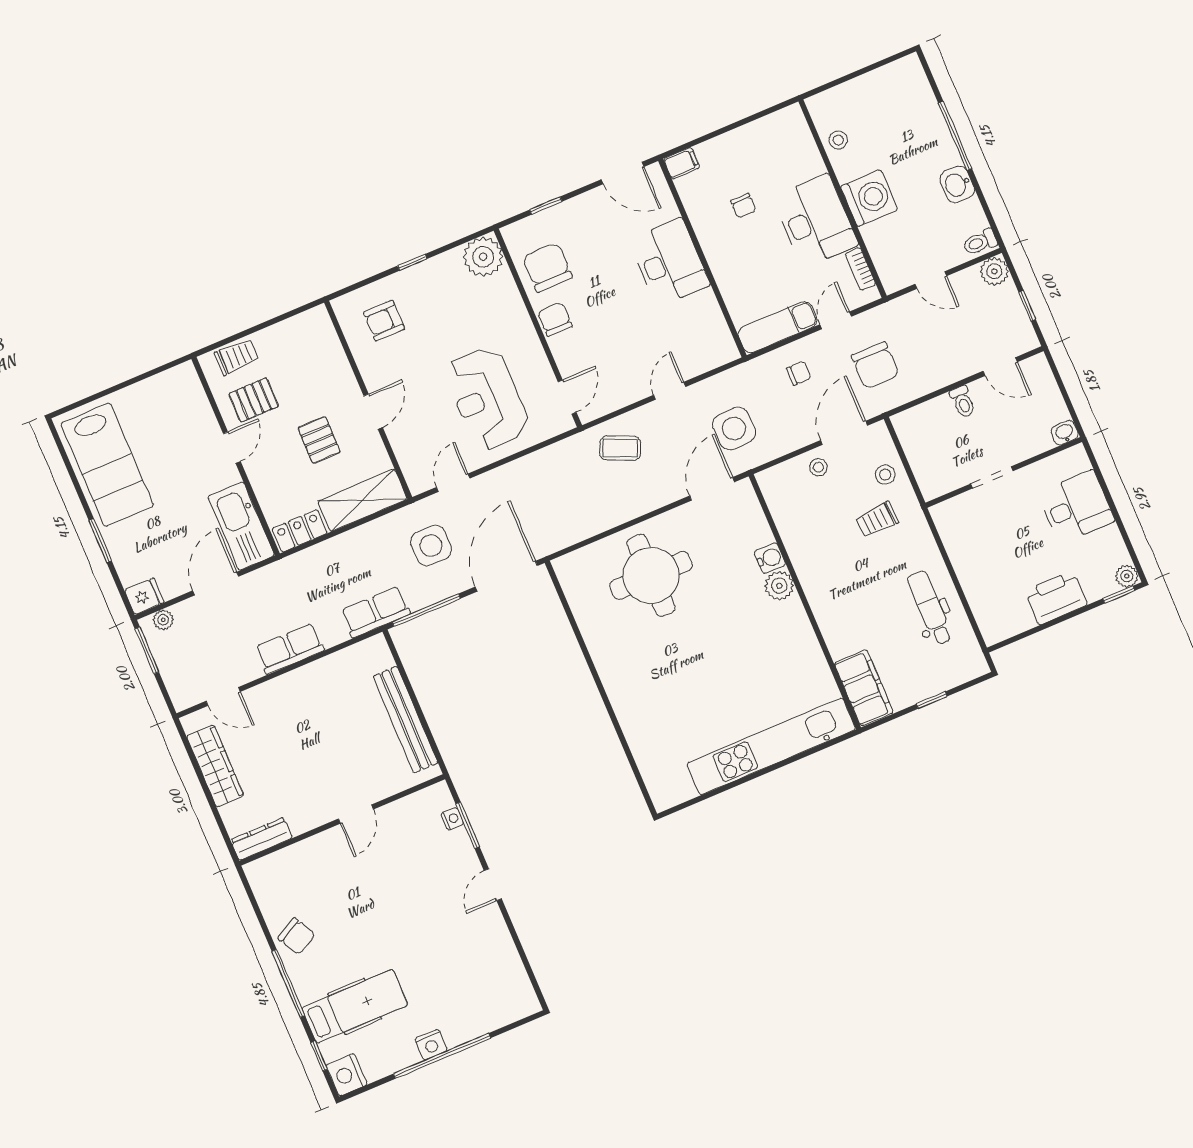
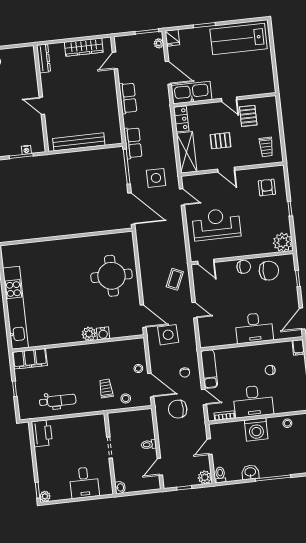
trolley: (237, 357) -> (266, 147), moved
printer: (1056, 598) -> (42, 433), moved

